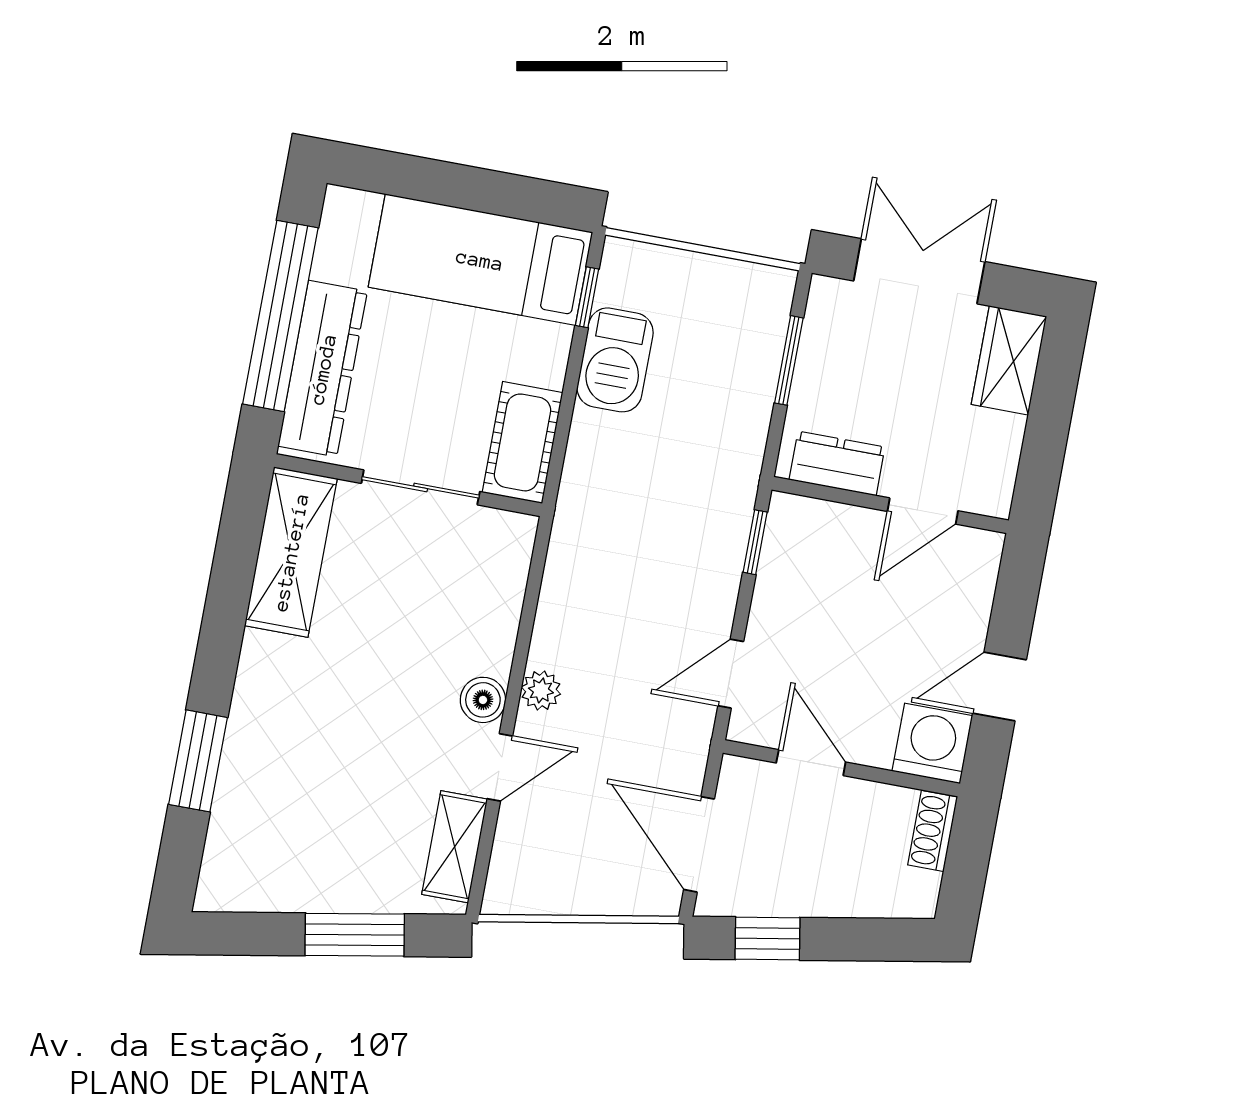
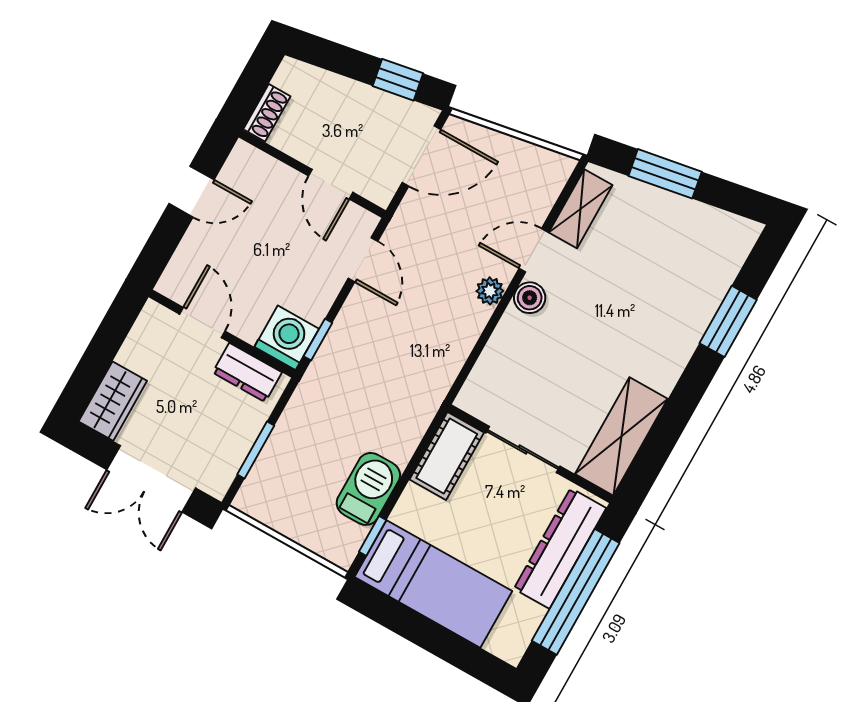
door: (923, 511) -> (202, 323), hinge flipped
door: (731, 674) -> (363, 260), hinge flipped
washing machine: (932, 743) -> (287, 338), moved, turned 180
door: (699, 844) -> (421, 156), hinge flipped

